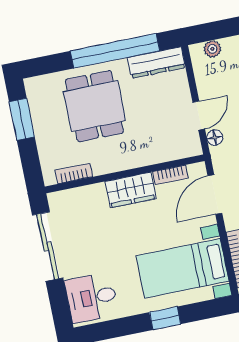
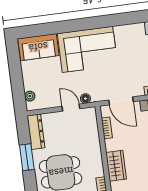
window: (115, 51) -> (27, 157), width x0.47
wardrobe: (131, 190) -> (116, 166), moved

